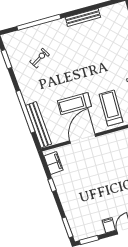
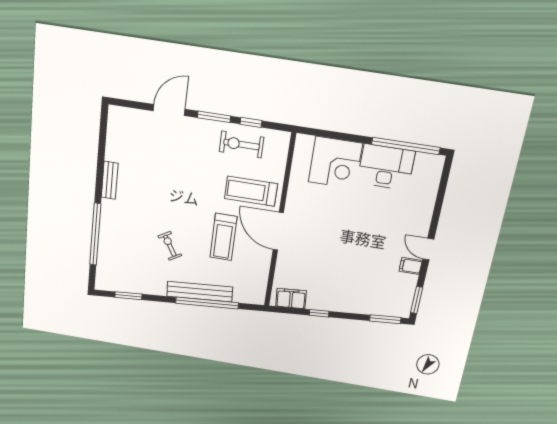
bench: (83, 17) -> (110, 180), width x0.73
exercise bike: (40, 58) -> (170, 246), moved
bench: (39, 125) -> (200, 292), moved
door: (83, 139) -> (278, 231), moved

